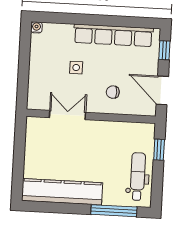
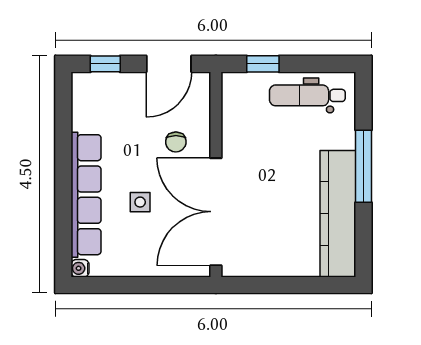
row of seats: (113, 35) -> (86, 195), moved
double door: (67, 115) -> (216, 212), width x1.87
window: (114, 211) -> (363, 166), moved

